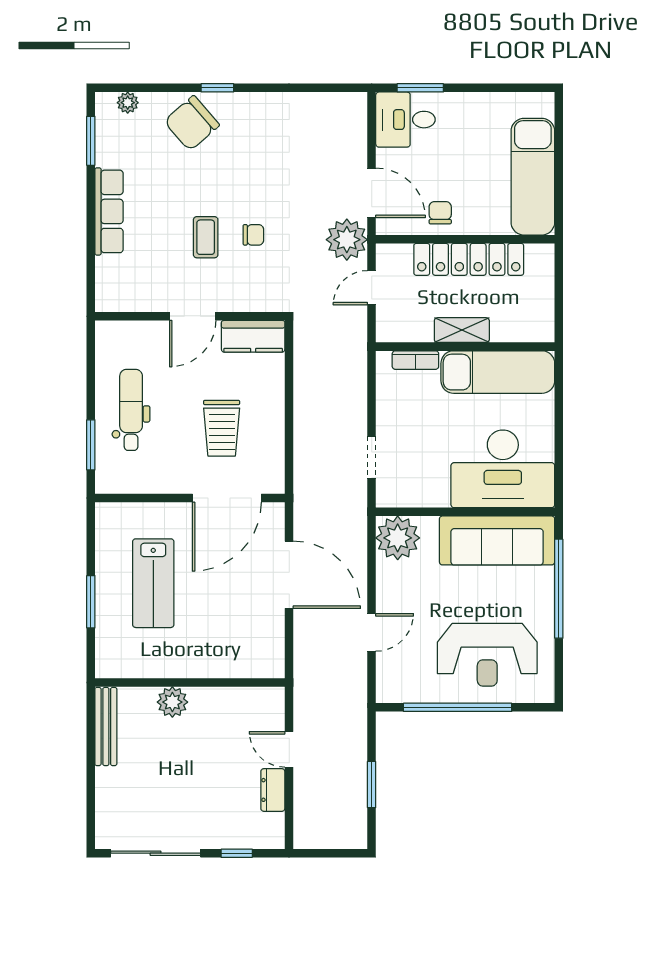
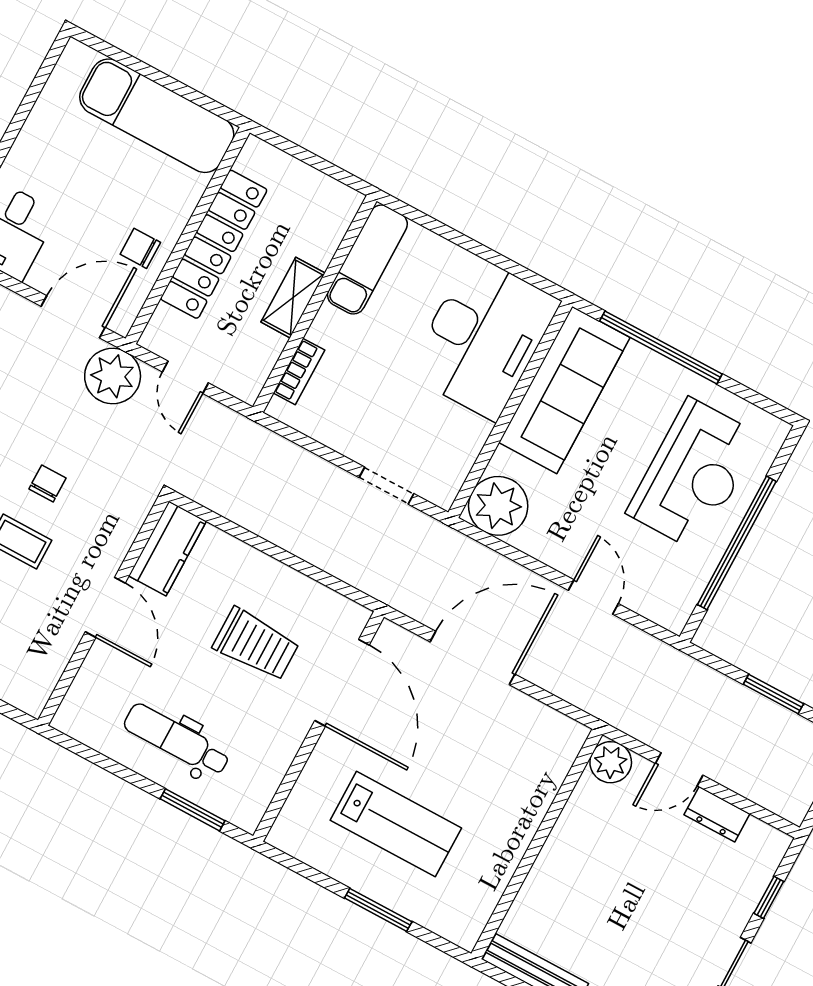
exam couch: (498, 372) -> (367, 260), width x0.73, depth x0.69
plant: (172, 702) -> (611, 762), moved

